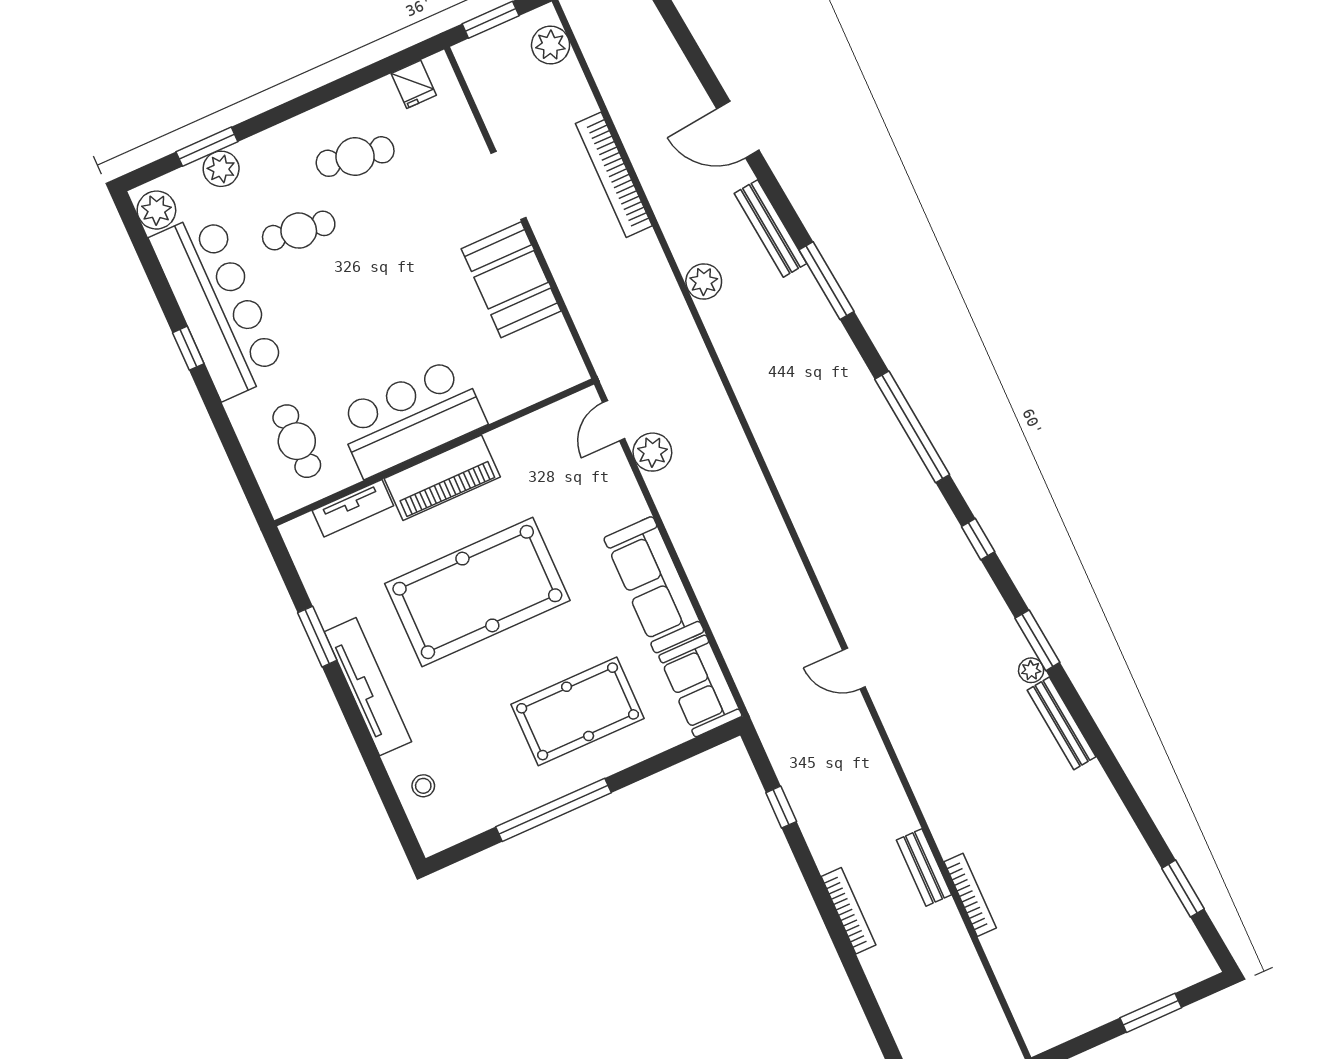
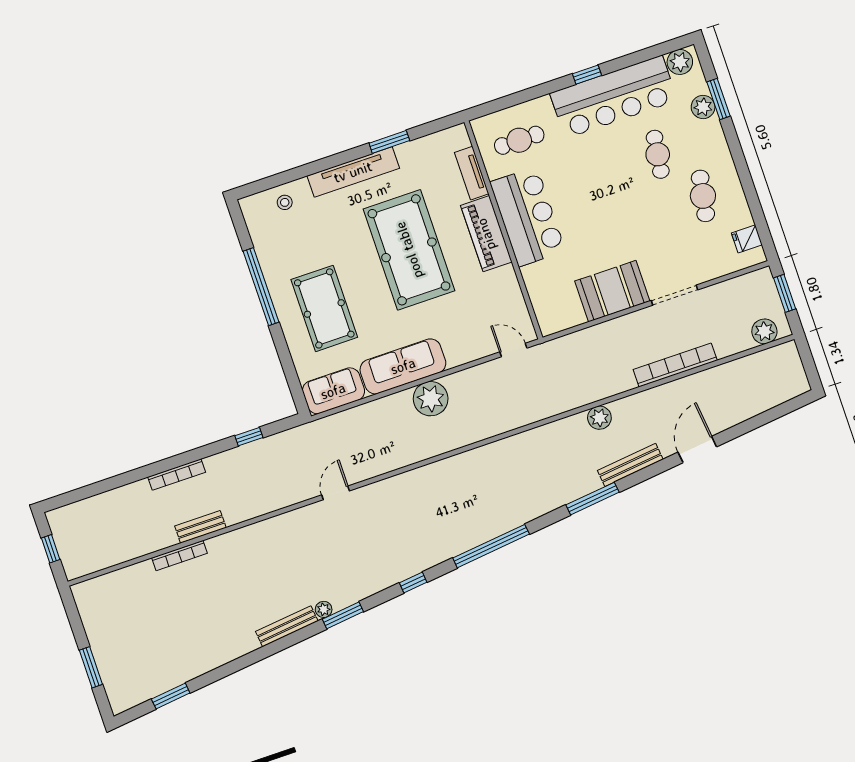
plant: (652, 452) -> (431, 399), moved, width x1.36, depth x1.36

